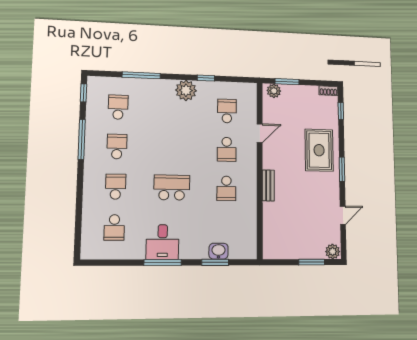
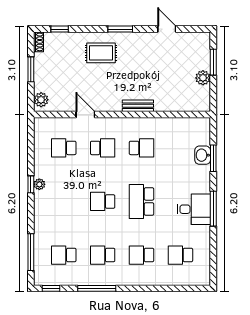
window: (141, 75) -> (31, 252), moved
window: (206, 78) -> (31, 184), moved
window: (287, 82) -> (31, 69), moved
plant: (186, 90) -> (39, 184), width x0.53, depth x0.53
school desk: (172, 148) -> (103, 201), added
rug: (319, 150) -> (101, 53), width x0.73, depth x0.70
school desk: (114, 227) -> (180, 255), turned 180
plant: (333, 252) -> (203, 78), moved

